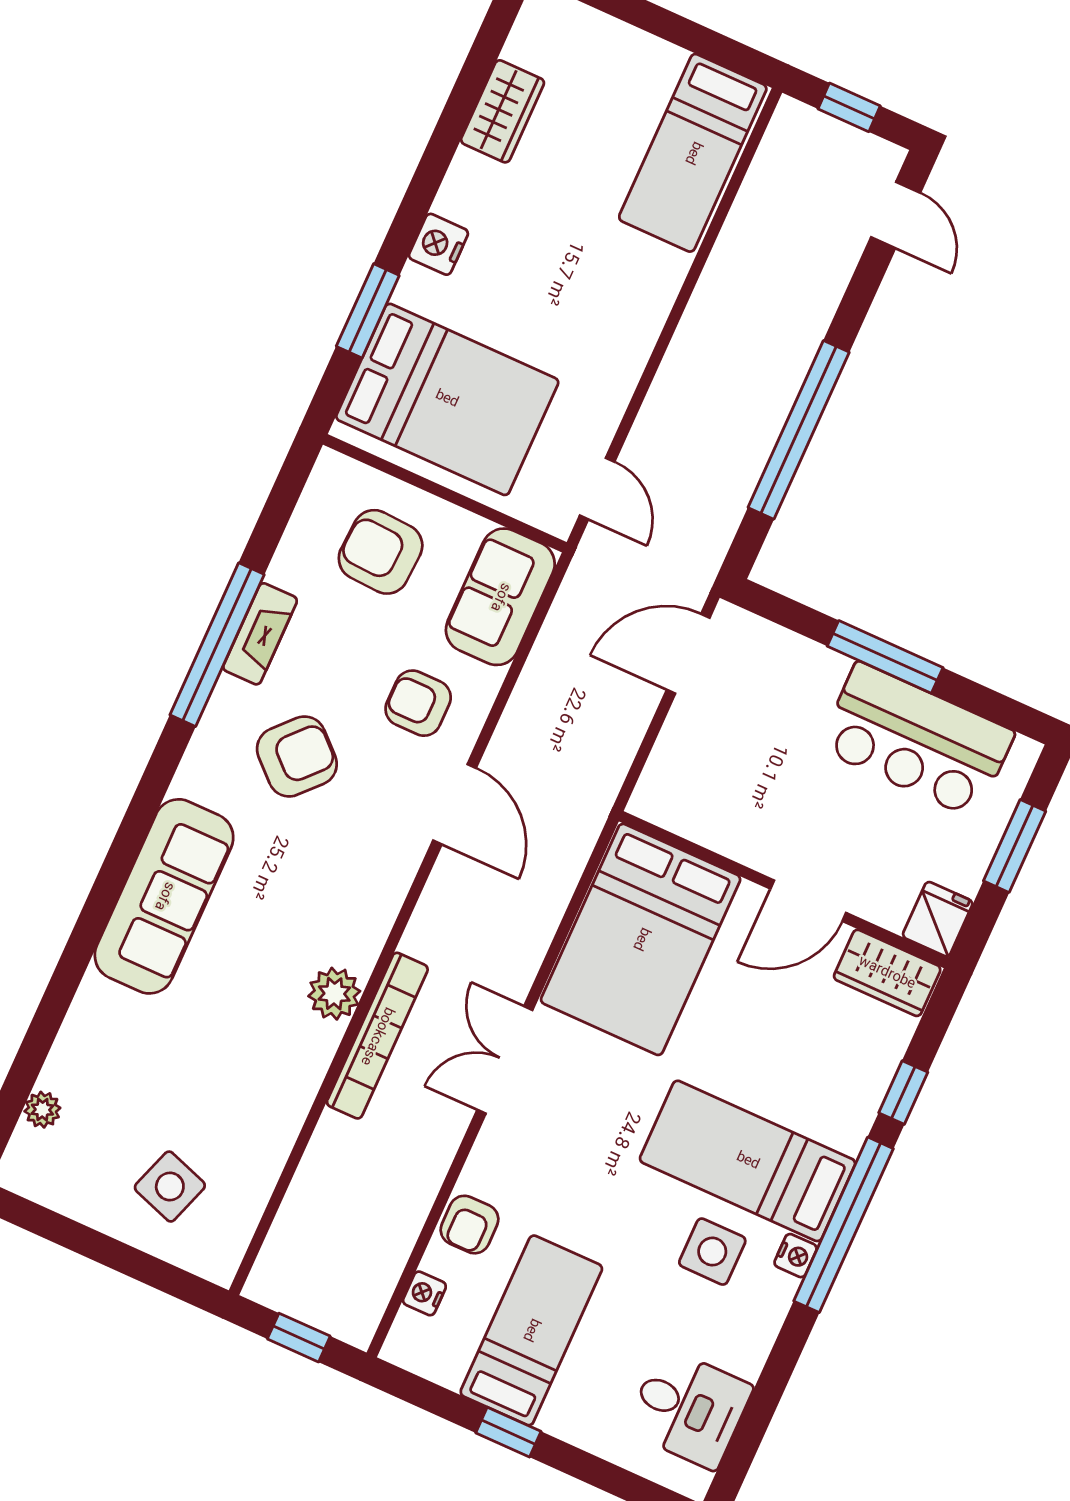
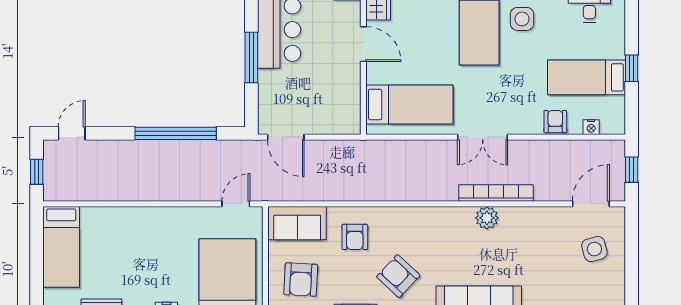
bed: (693, 153) -> (61, 247), moved, turned 90
door: (455, 804) -> (591, 204), moved
bed: (641, 939) -> (409, 105), width x0.67
side table: (170, 1187) -> (594, 249), turned -34
armchair: (470, 1225) -> (555, 122), turned -90

